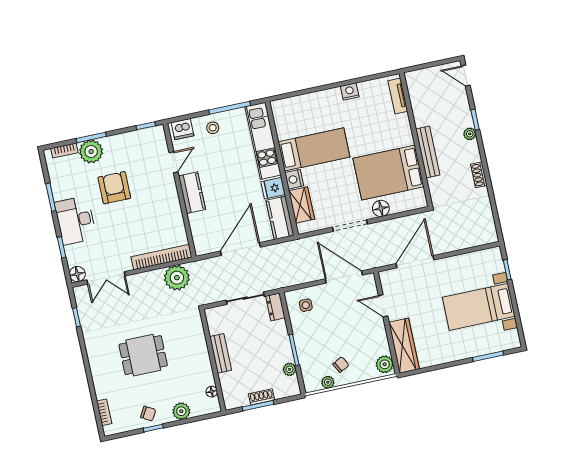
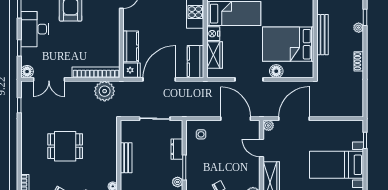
fridge: (273, 188) -> (132, 70), moved, turned 180
kitchen counter: (192, 193) -> (131, 46), moved
plant: (385, 277) -> (268, 125), added
dresser: (275, 307) -> (177, 149), moved

